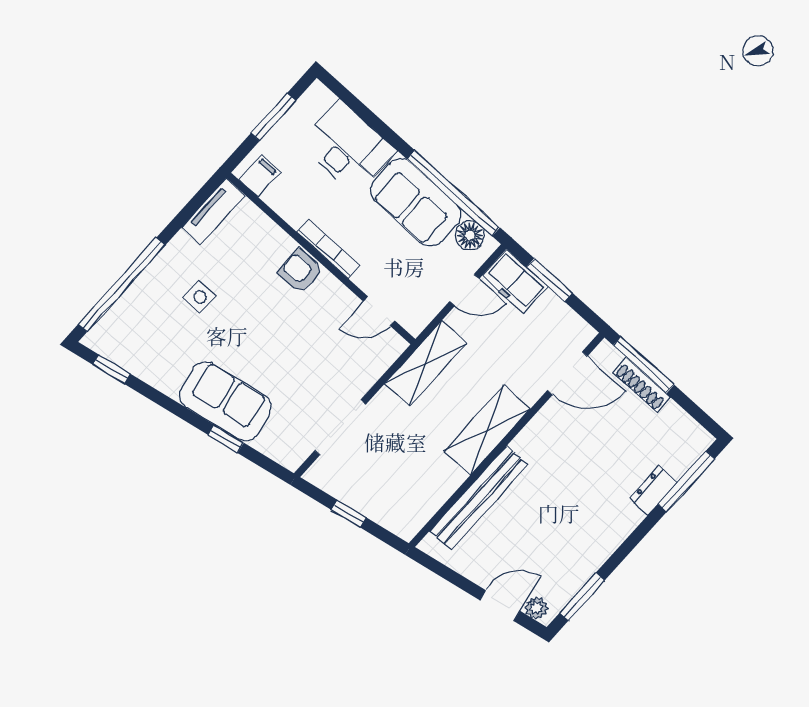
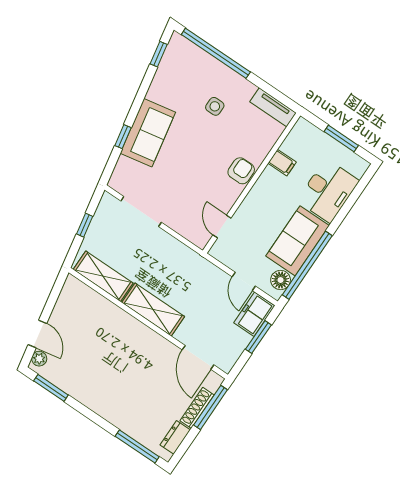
filing cabinet: (259, 175) -> (282, 163), moved
bookcase: (328, 249) -> (259, 187), removed
shelving: (426, 363) -> (103, 276), moved
dresser: (653, 490) -> (175, 437), moved, turned -90
bench: (479, 498) -> (107, 310), removed

